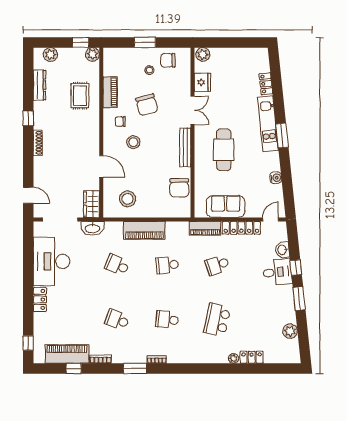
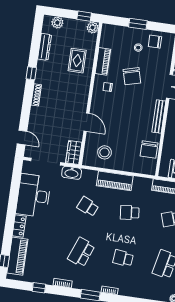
stool: (133, 142) -> (116, 106), removed
school desk: (117, 320) -> (81, 252), width x1.85
piano: (67, 354) -> (17, 256), moved, turned 90

